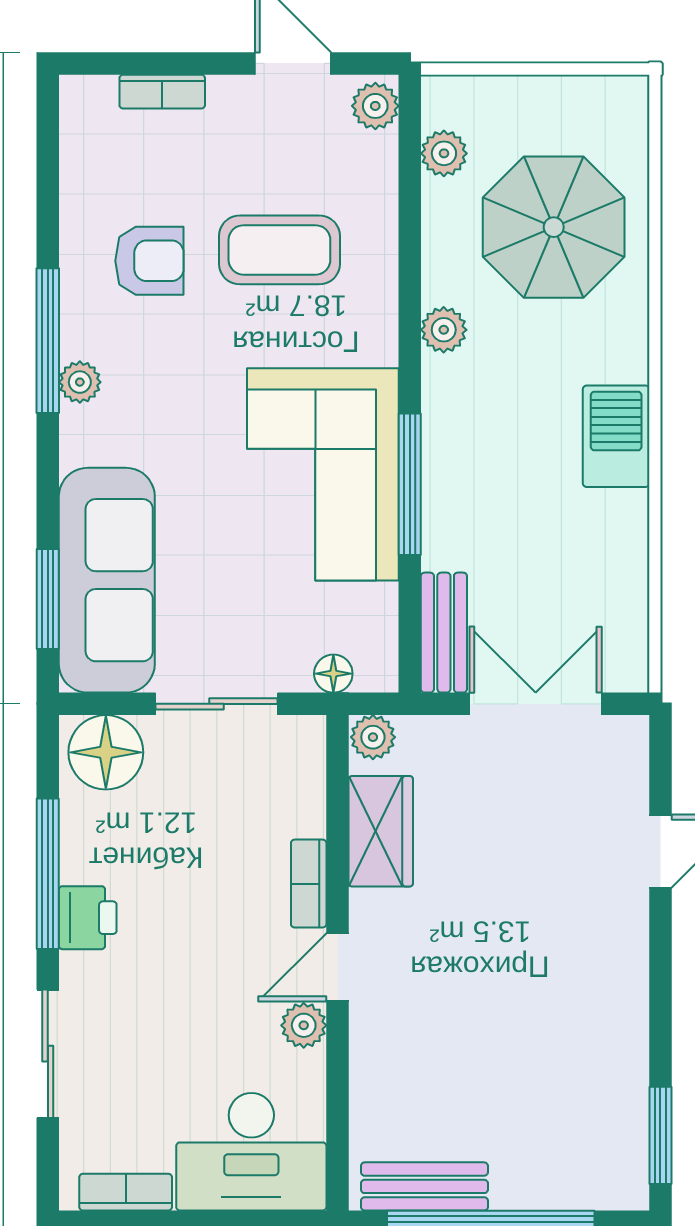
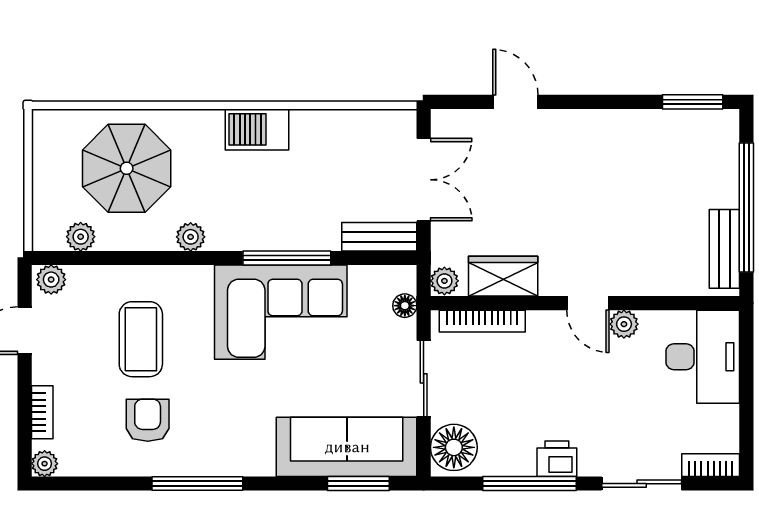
plant: (80, 382) -> (45, 464), moved
double door: (536, 704) -> (424, 180), swing flipped
bookcase: (309, 884) -> (482, 321), moved, width x1.56
bookcase: (126, 1192) -> (711, 465), moved, turned 90

